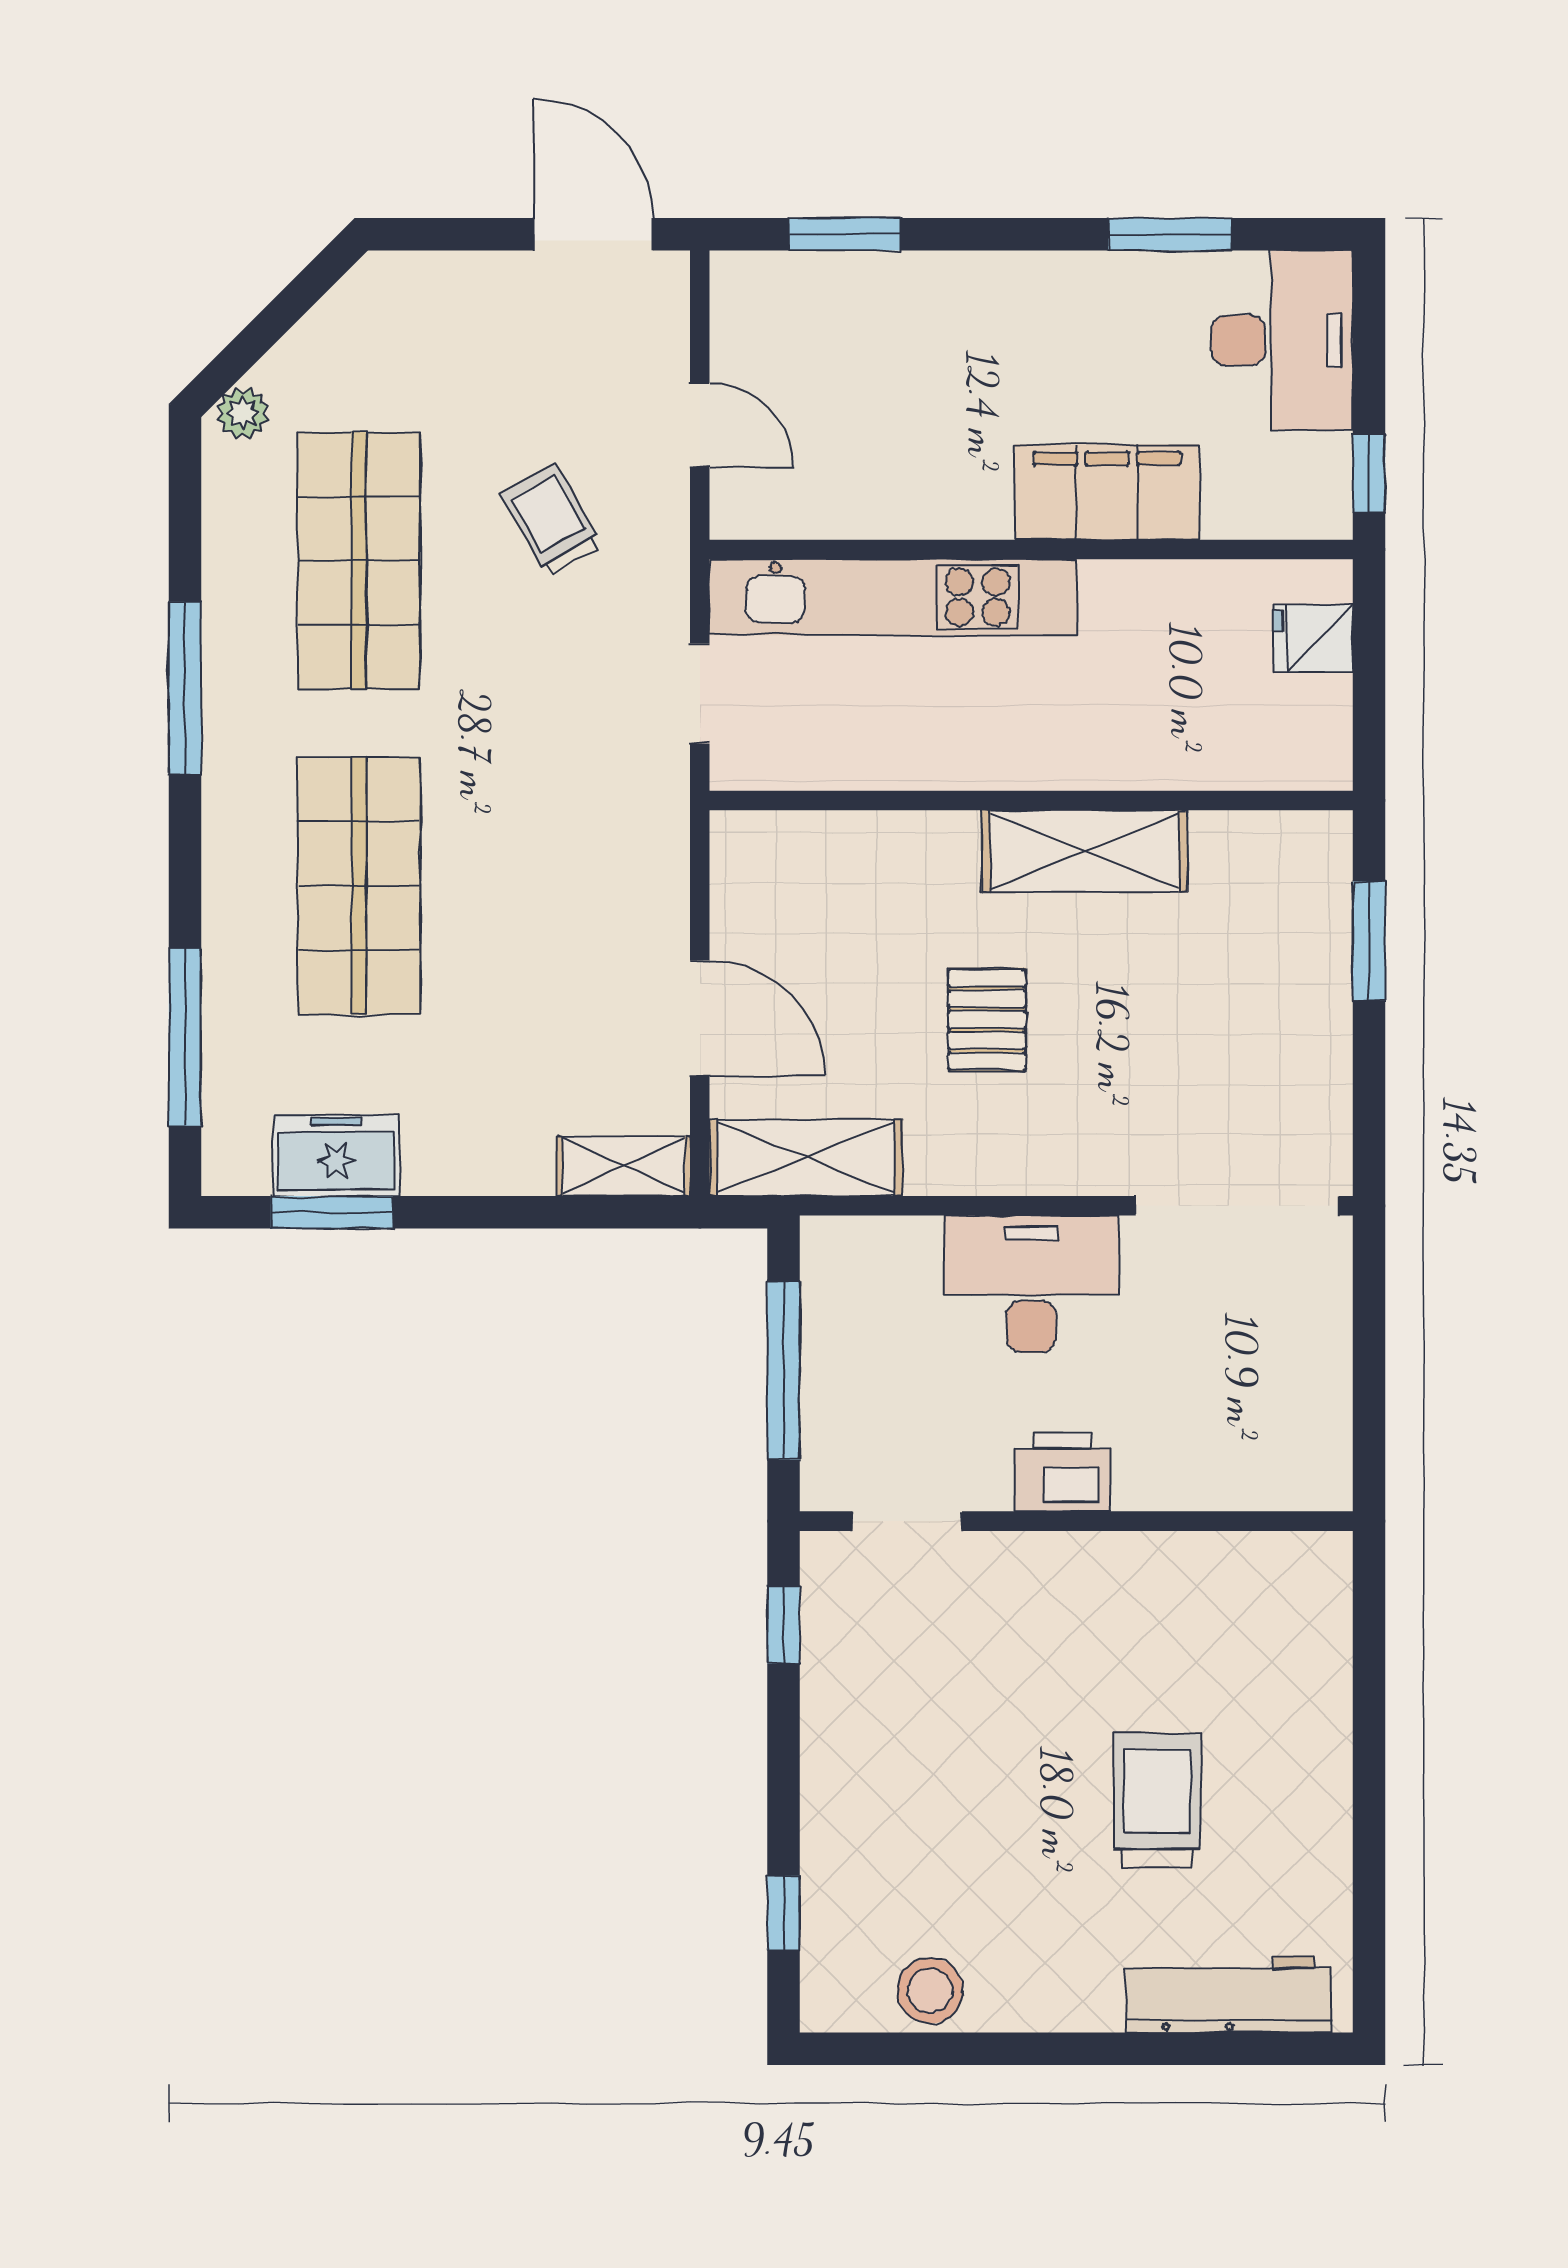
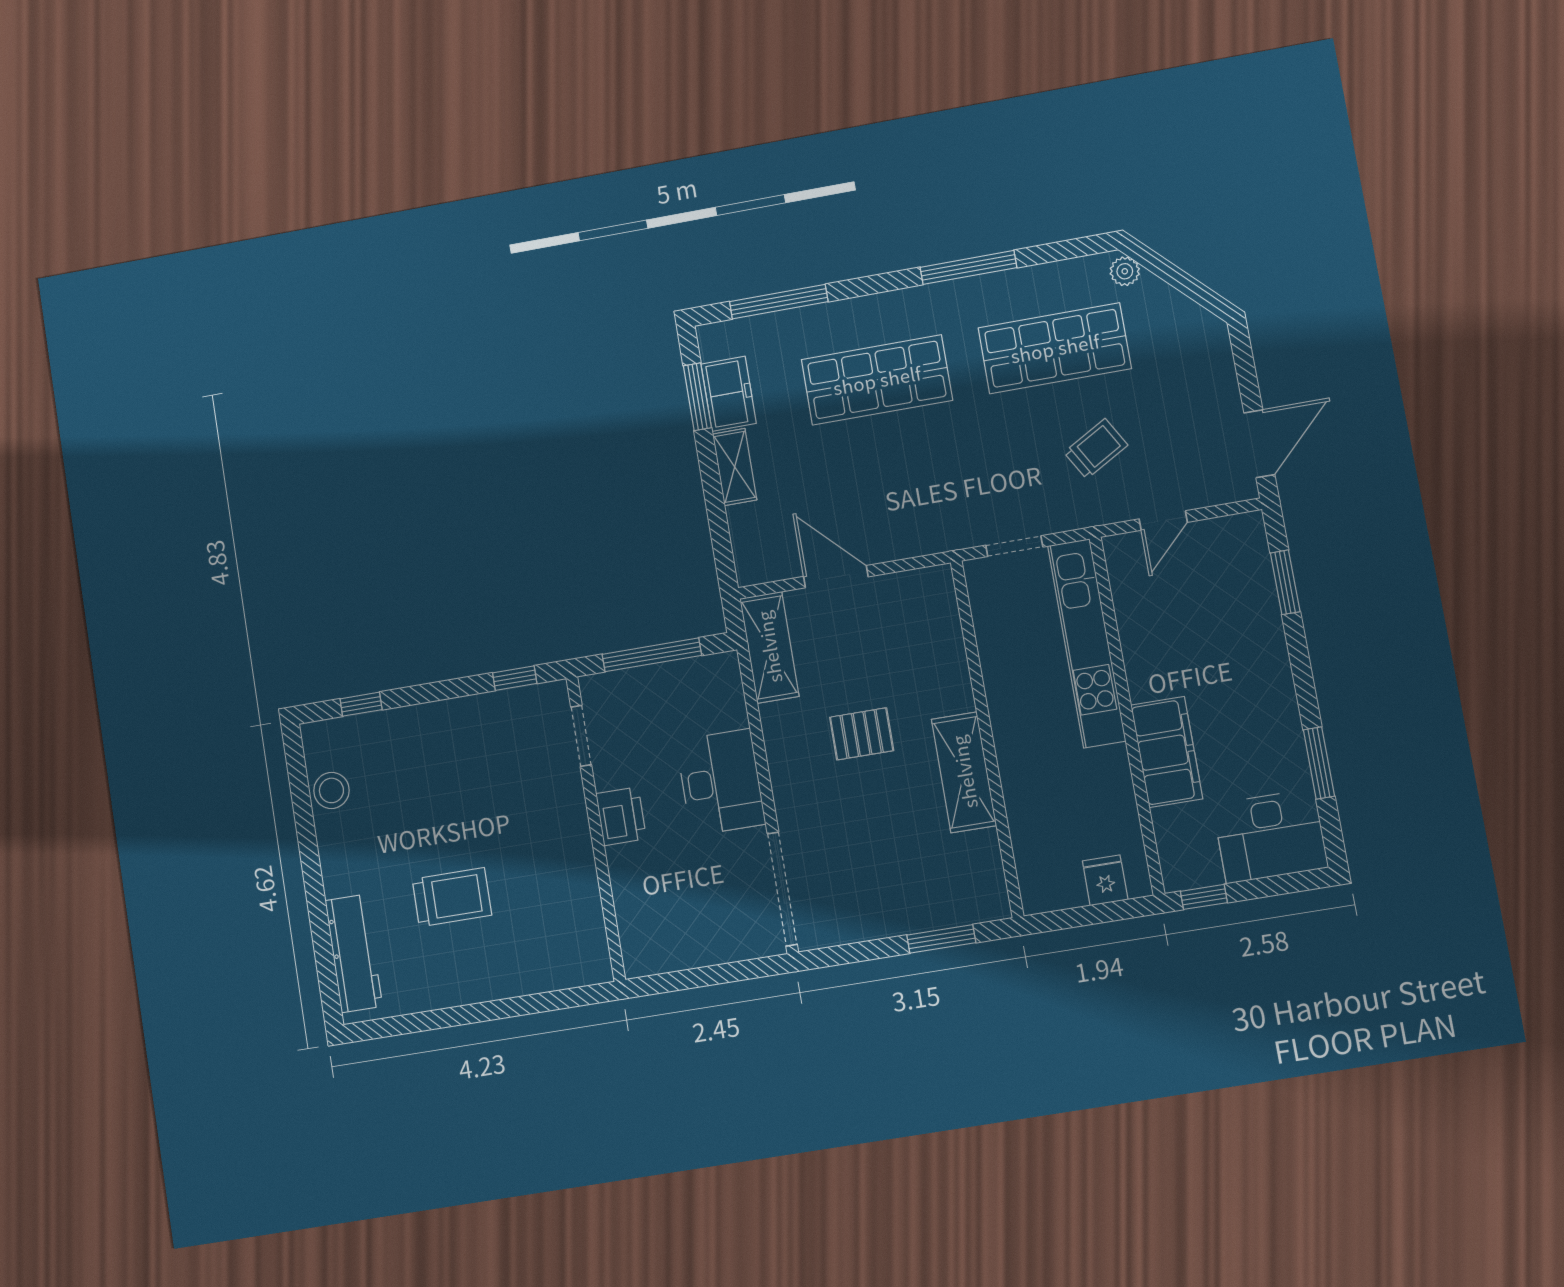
door: (700, 1018) -> (836, 577), swing flipped
shelving: (624, 1166) -> (735, 467), moved

